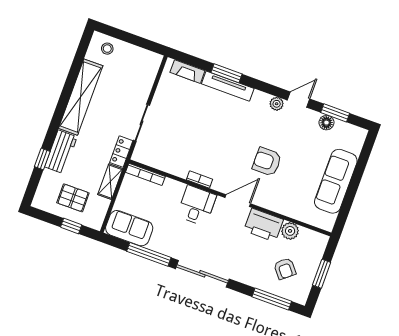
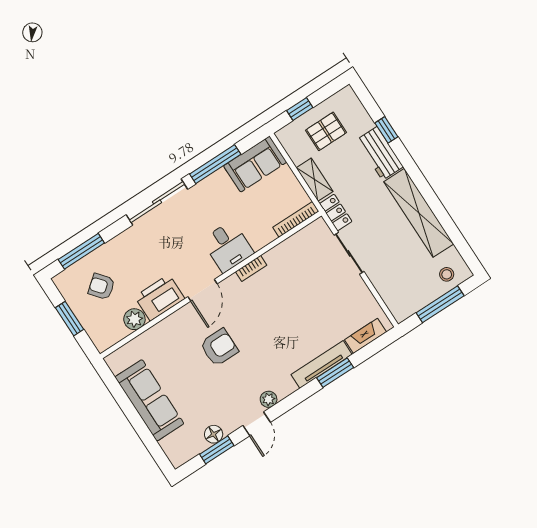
window: (130, 38) -> (440, 304), added

